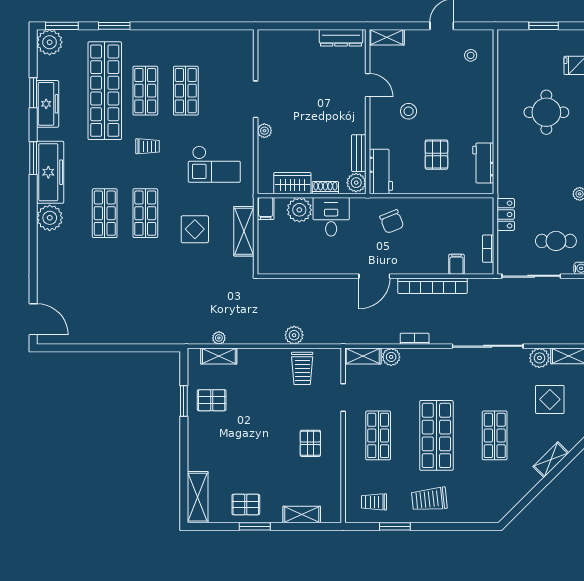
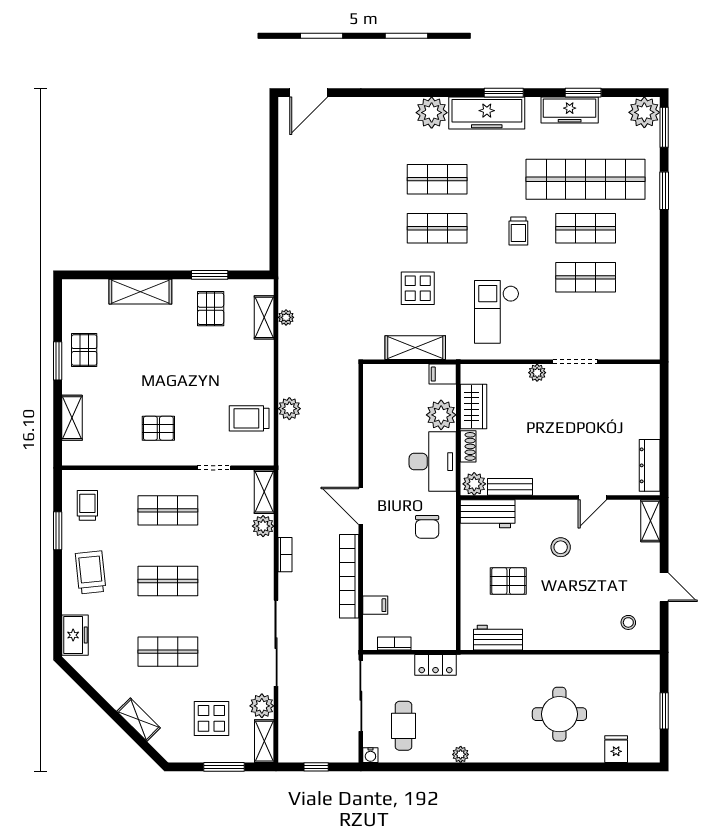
desk: (331, 217) -> (433, 462), width x1.37
chair: (392, 221) -> (427, 527), turned -68
shop shelf: (436, 435) -> (168, 581), width x0.70, depth x0.74
shelving: (198, 497) -> (140, 292), moved
freezer: (481, 512) -> (75, 635), added

